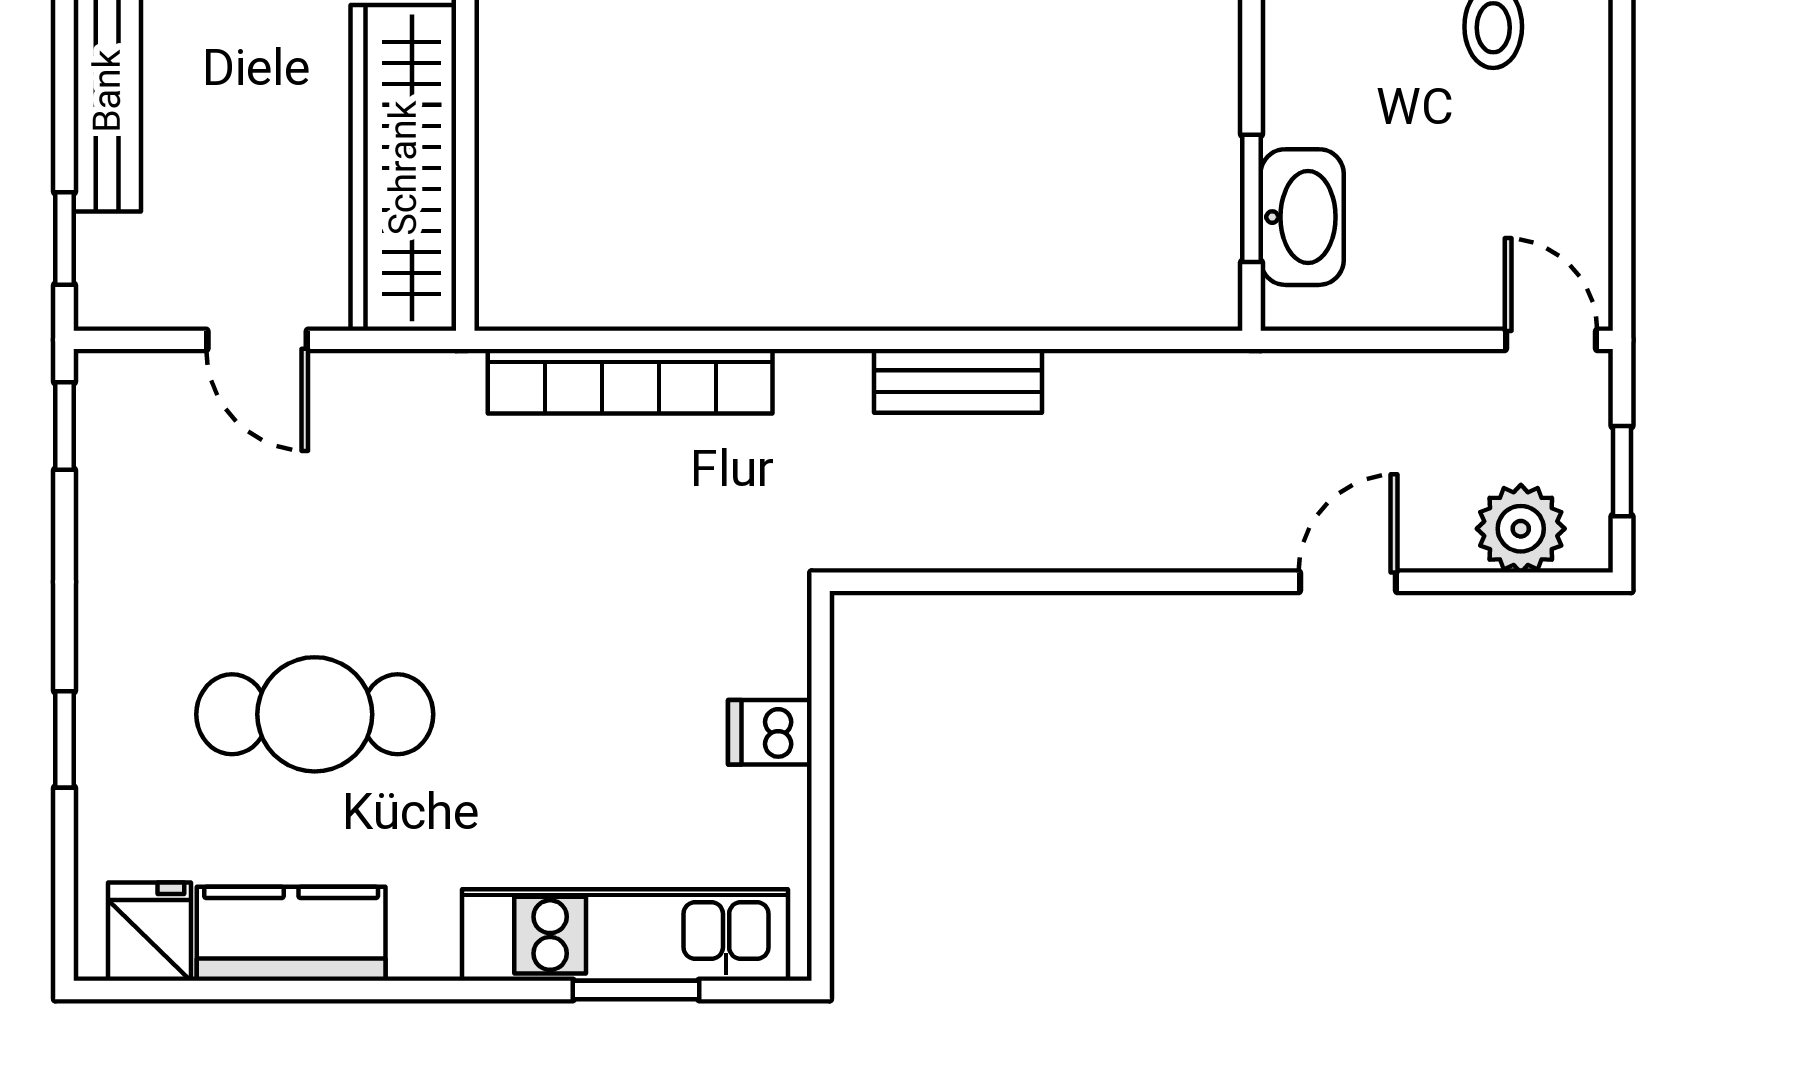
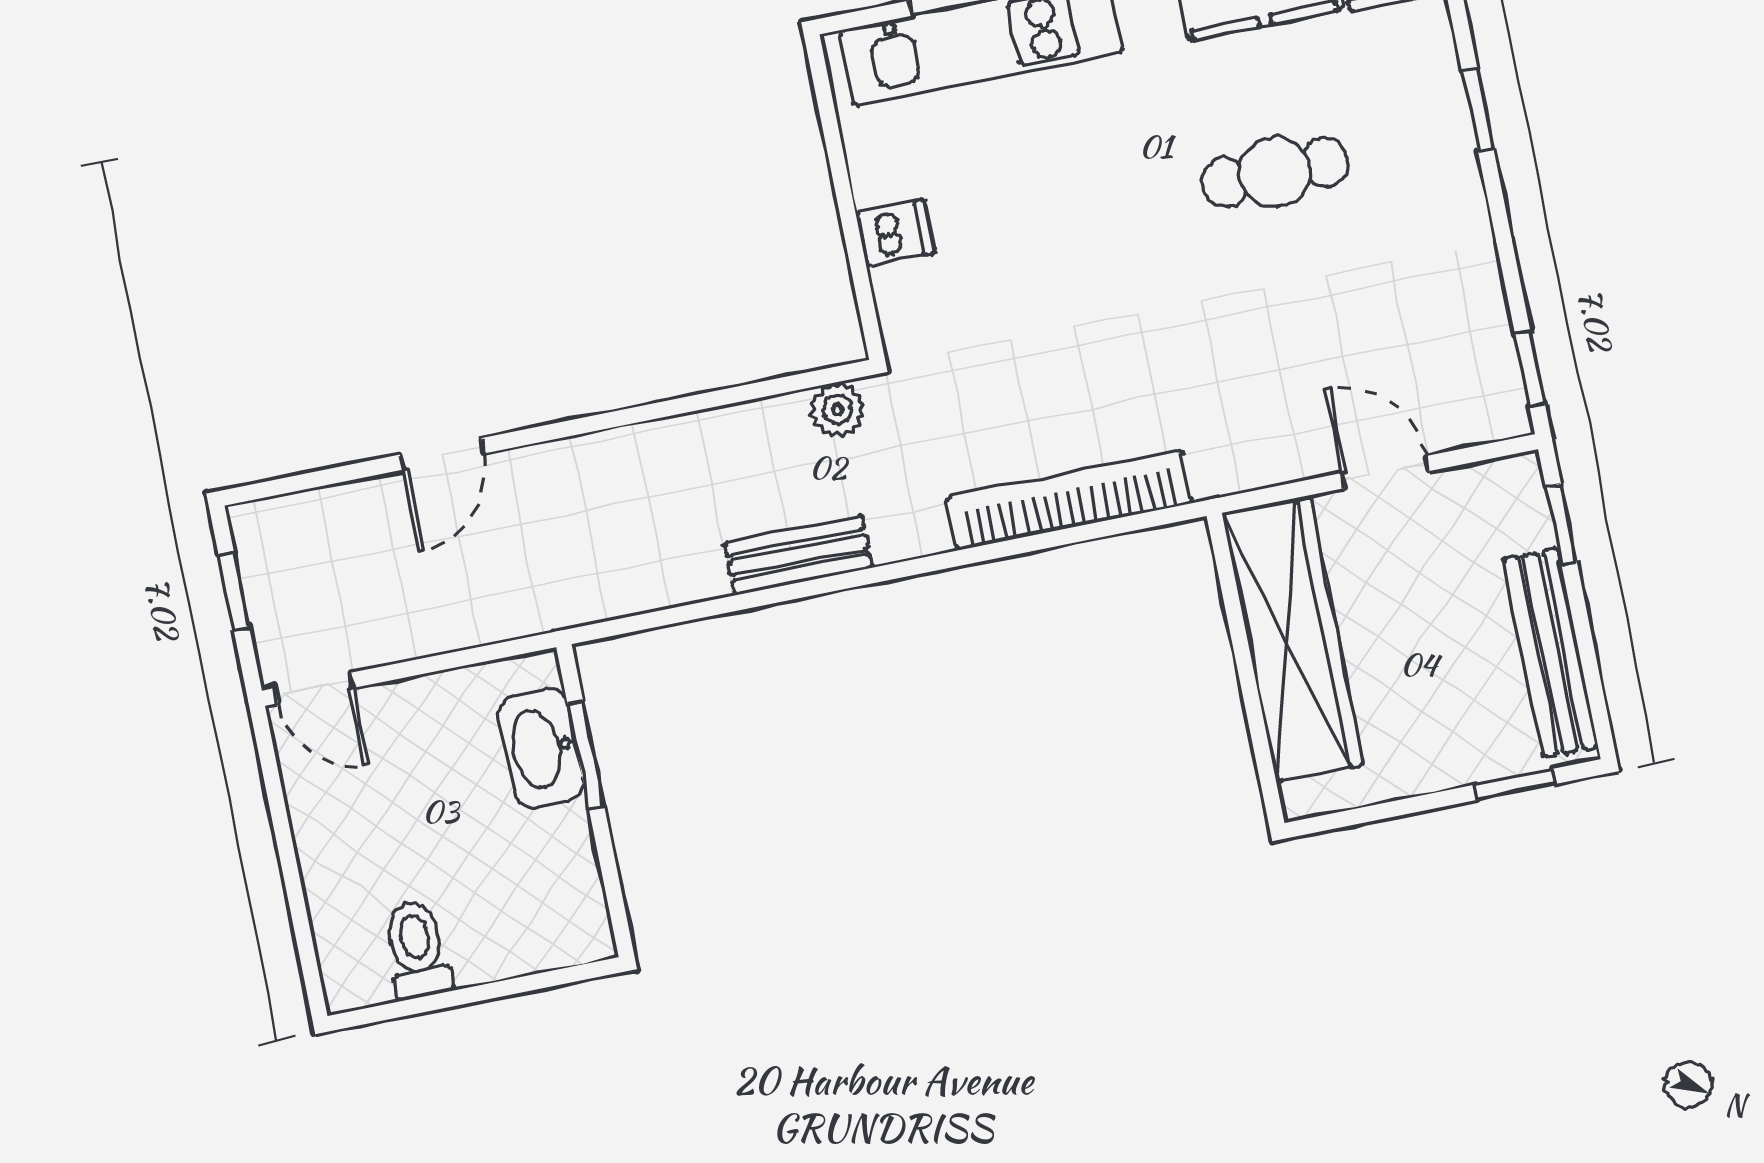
plant: (1521, 529) -> (837, 410), moved, width x0.73, depth x0.73
cafe table: (315, 714) -> (1275, 172), width x0.73, depth x0.74

